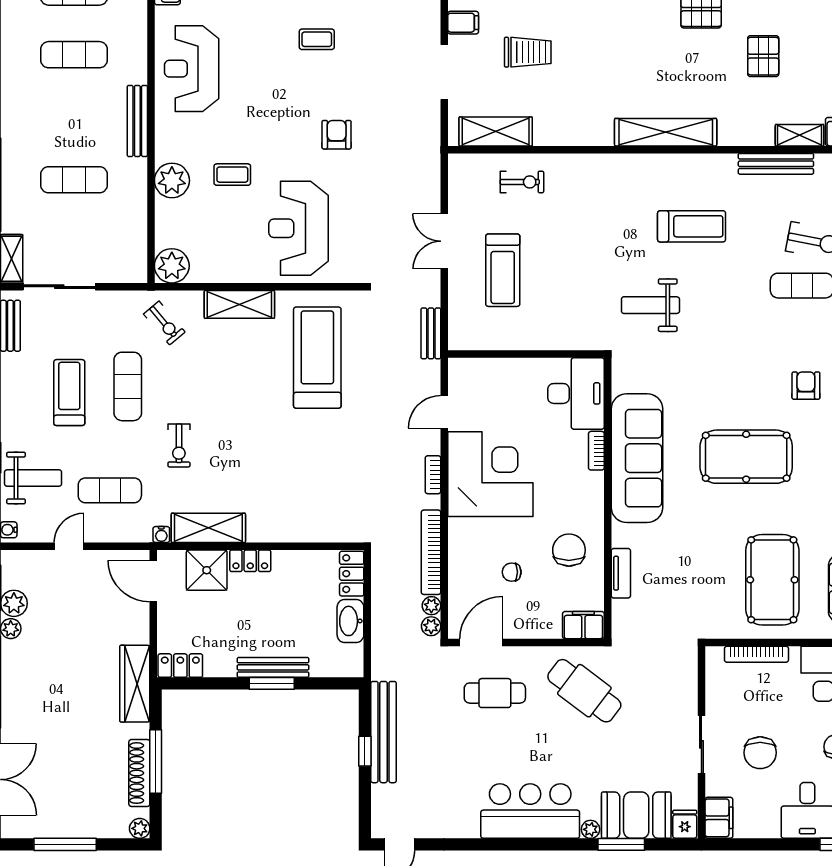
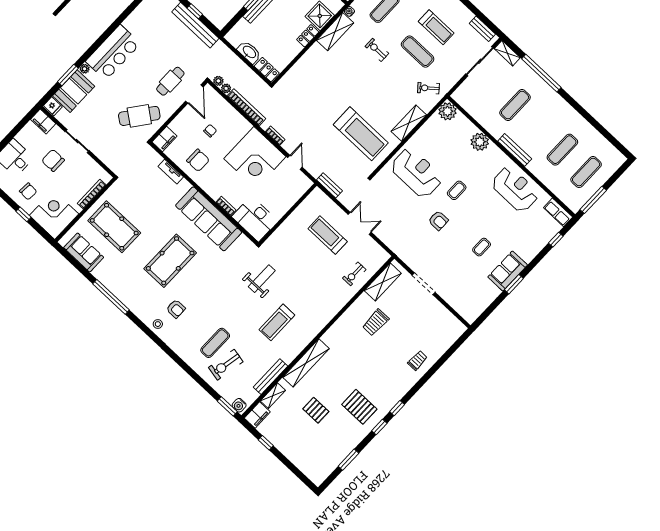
filing cabinet: (463, 23) -> (436, 308), removed
trolley: (528, 52) -> (376, 322), moved
shelving: (666, 132) -> (306, 363), moved
coffee table: (232, 175) -> (457, 190), moved

